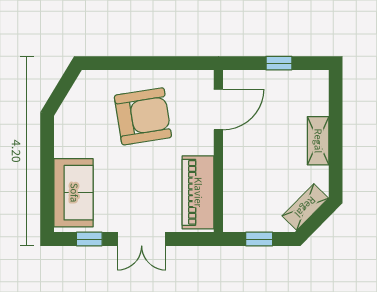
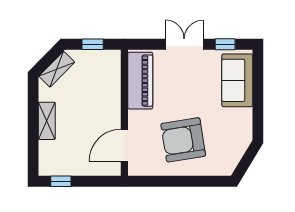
window: (279, 63) -> (61, 181), moved

